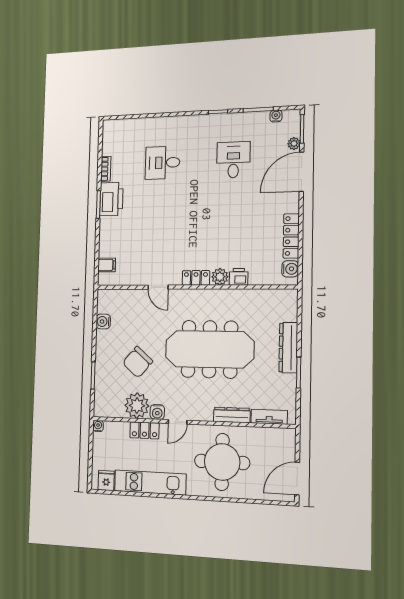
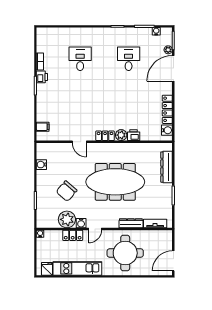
desk: (163, 163) -> (80, 59), turned 90
printer: (111, 199) -> (42, 77), width x0.53, depth x0.68
dresser: (288, 348) -> (167, 167), moved

